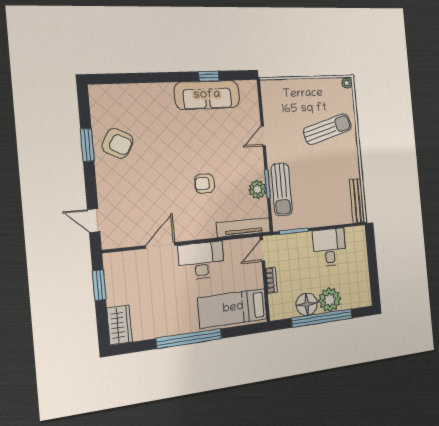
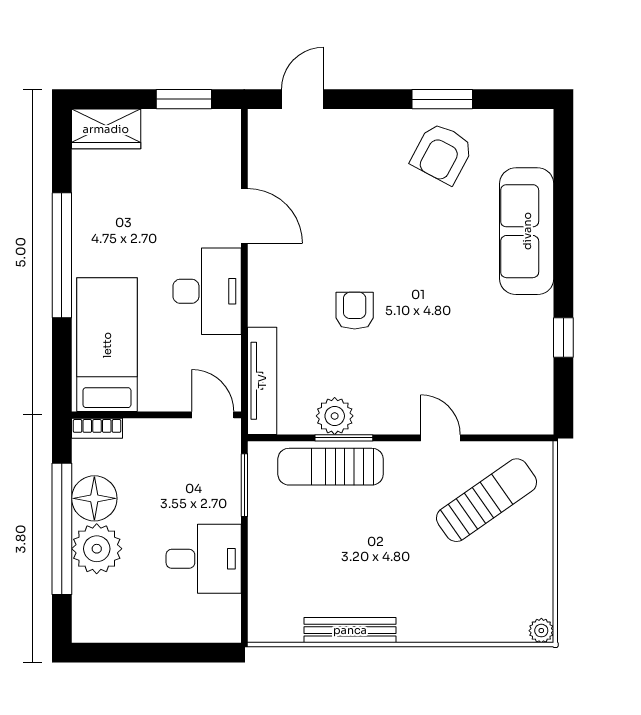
sofa: (207, 95) -> (527, 231), moved
sun lounger: (328, 129) -> (487, 500), moved, turned -109
bench: (357, 201) -> (350, 630), moved
bookcase: (271, 280) -> (97, 428), moved

